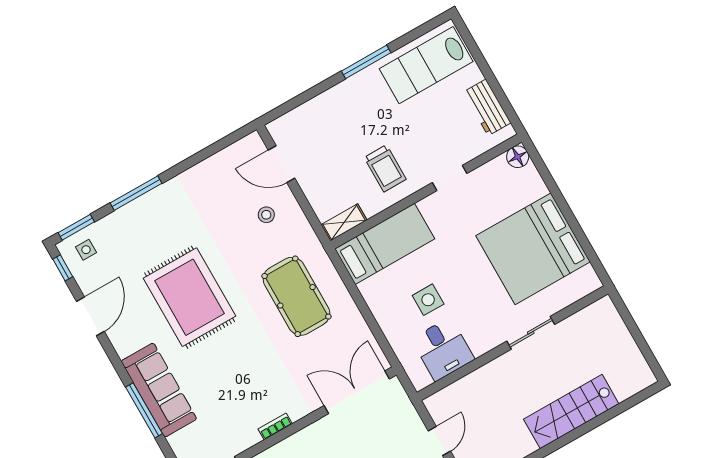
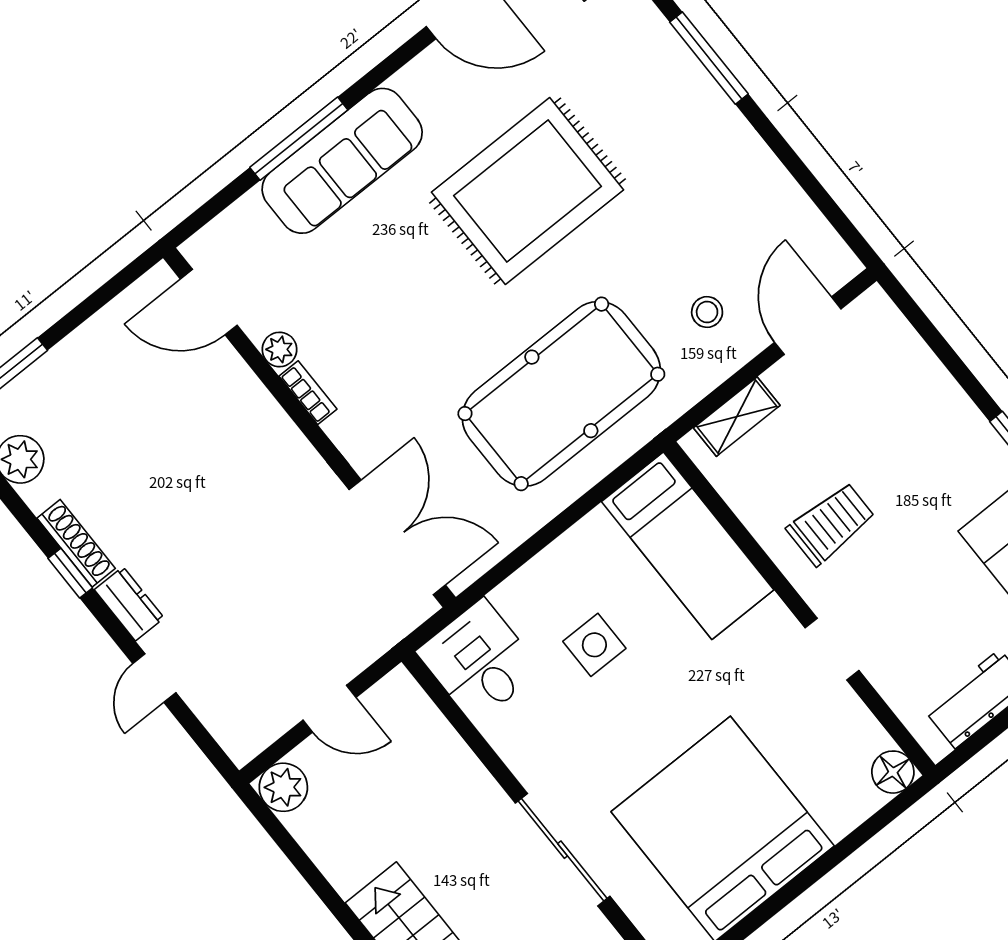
trolley: (385, 168) -> (831, 524), turned 180
shelving: (344, 222) -> (737, 417), moved, turned 90
pool table: (296, 296) -> (561, 394), width x1.36, depth x1.32
sliding door: (531, 333) -> (563, 850), width x1.37
desk: (443, 349) -> (479, 661), moved, turned 90
plant: (251, 437) -> (279, 349), added

